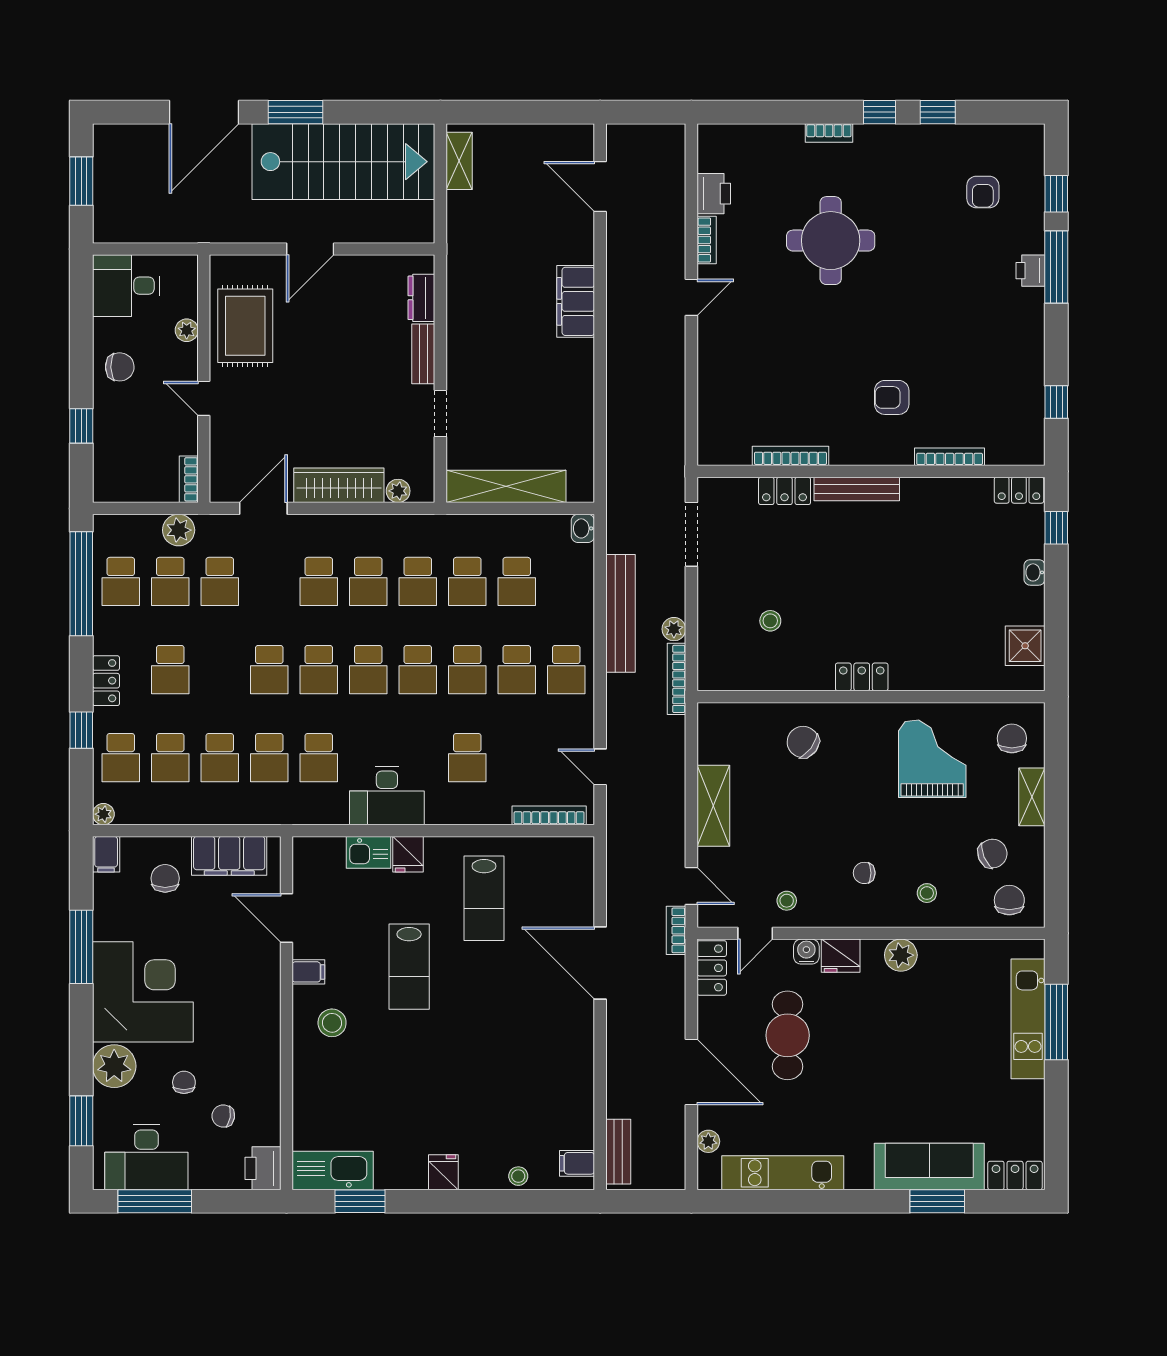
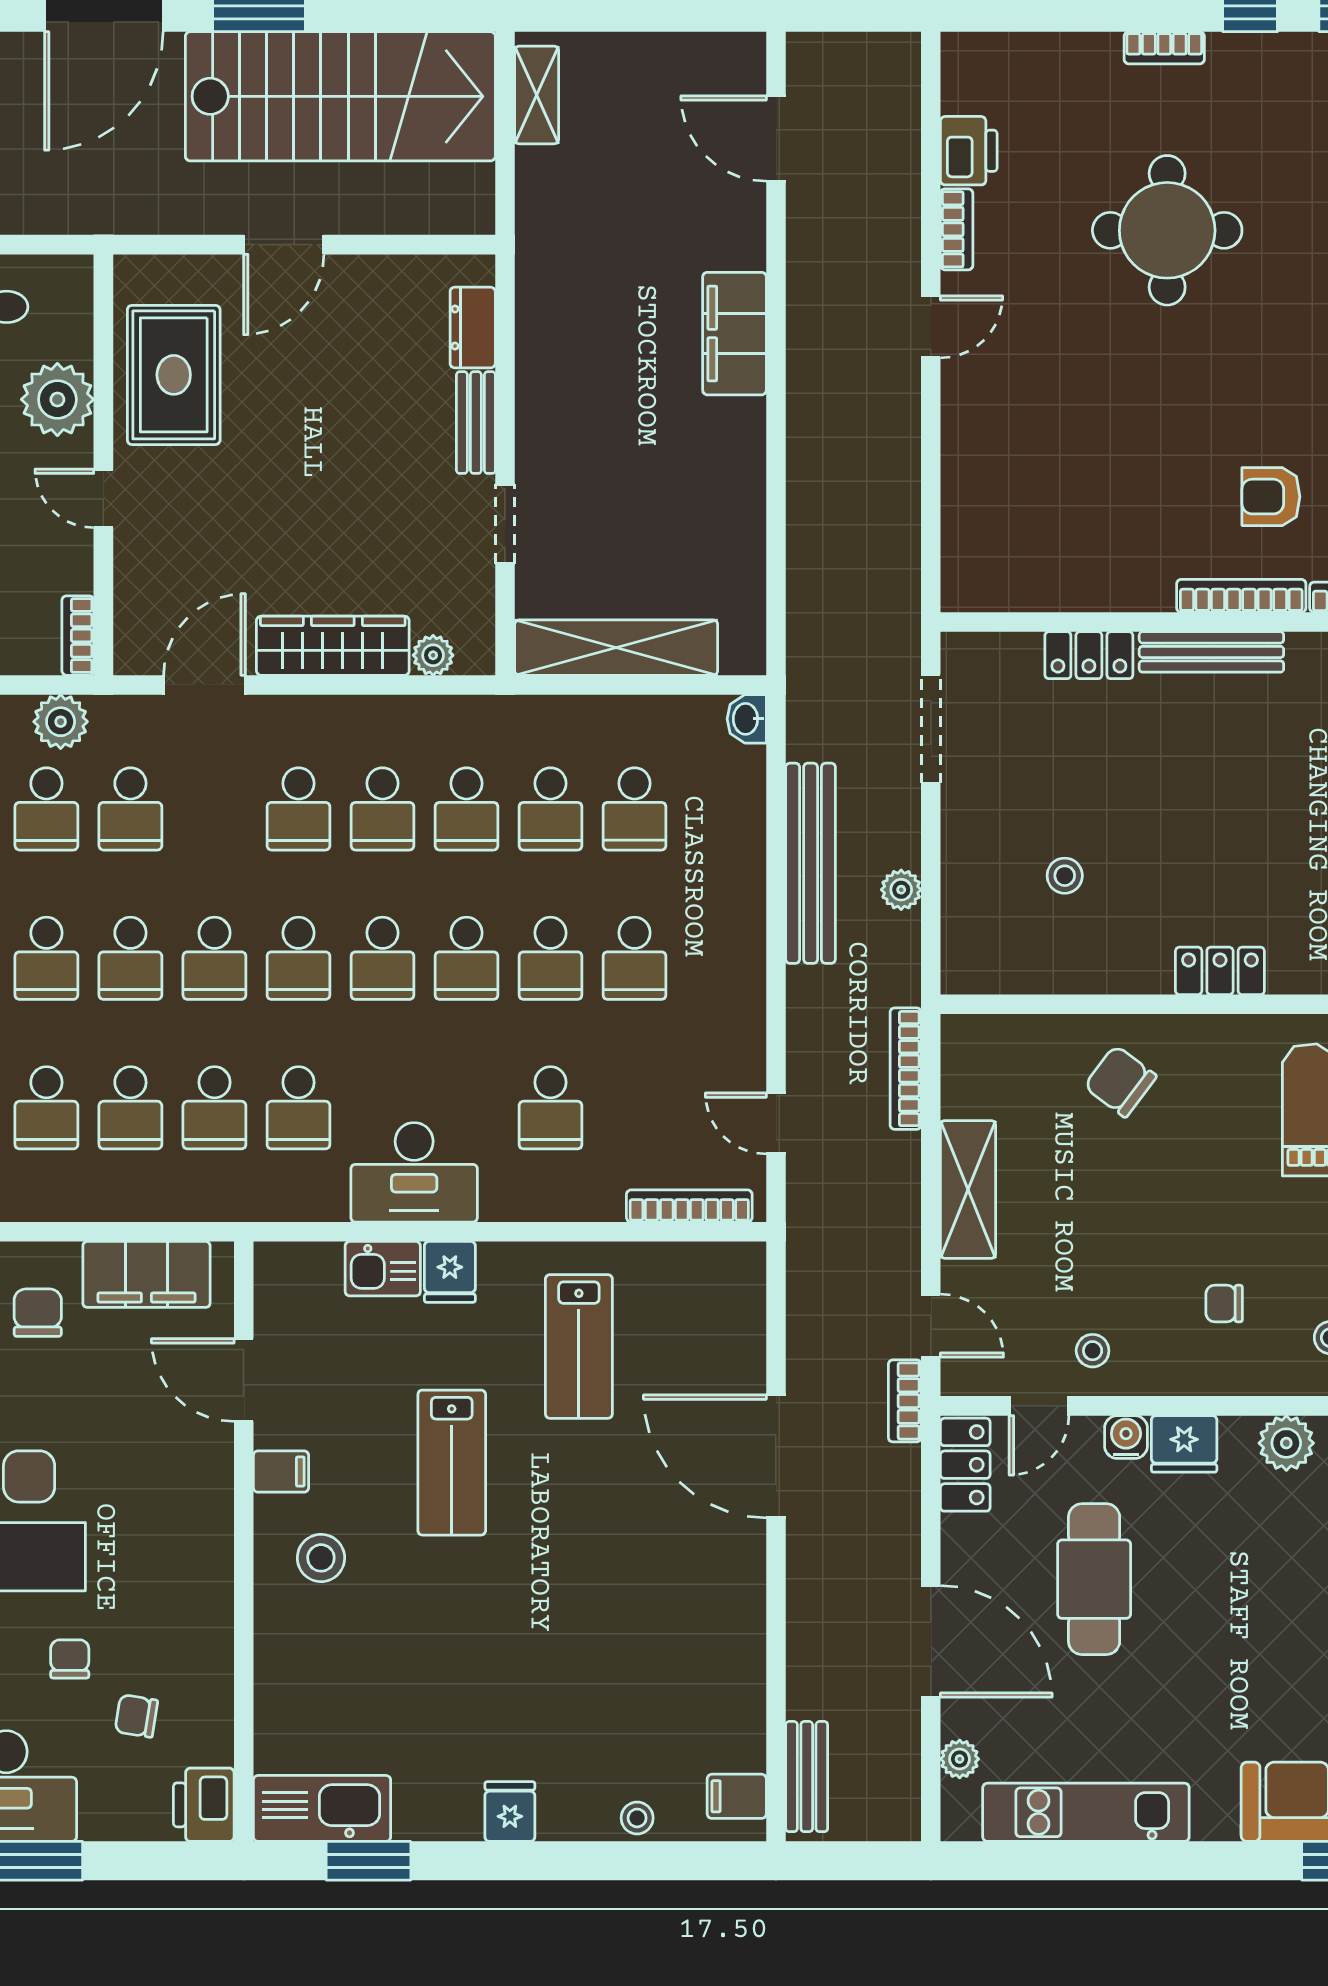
plant: (187, 330) -> (57, 399), width x1.87, depth x1.87
bookcase: (790, 456) -> (1241, 596), moved
school desk: (566, 670) -> (130, 958), moved
bookcase: (676, 679) -> (906, 1069), moved

